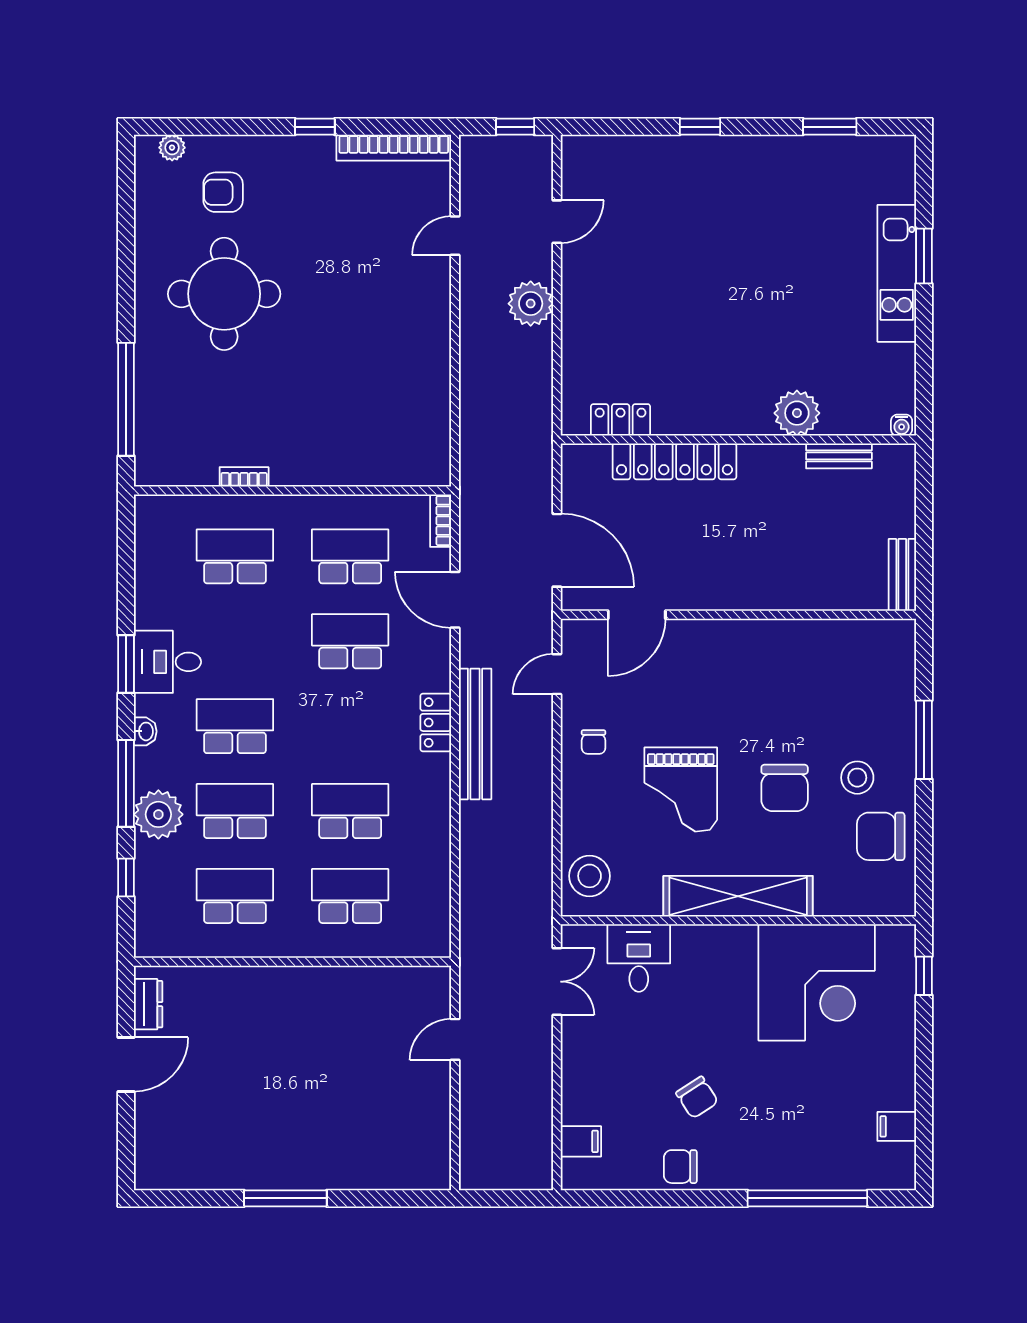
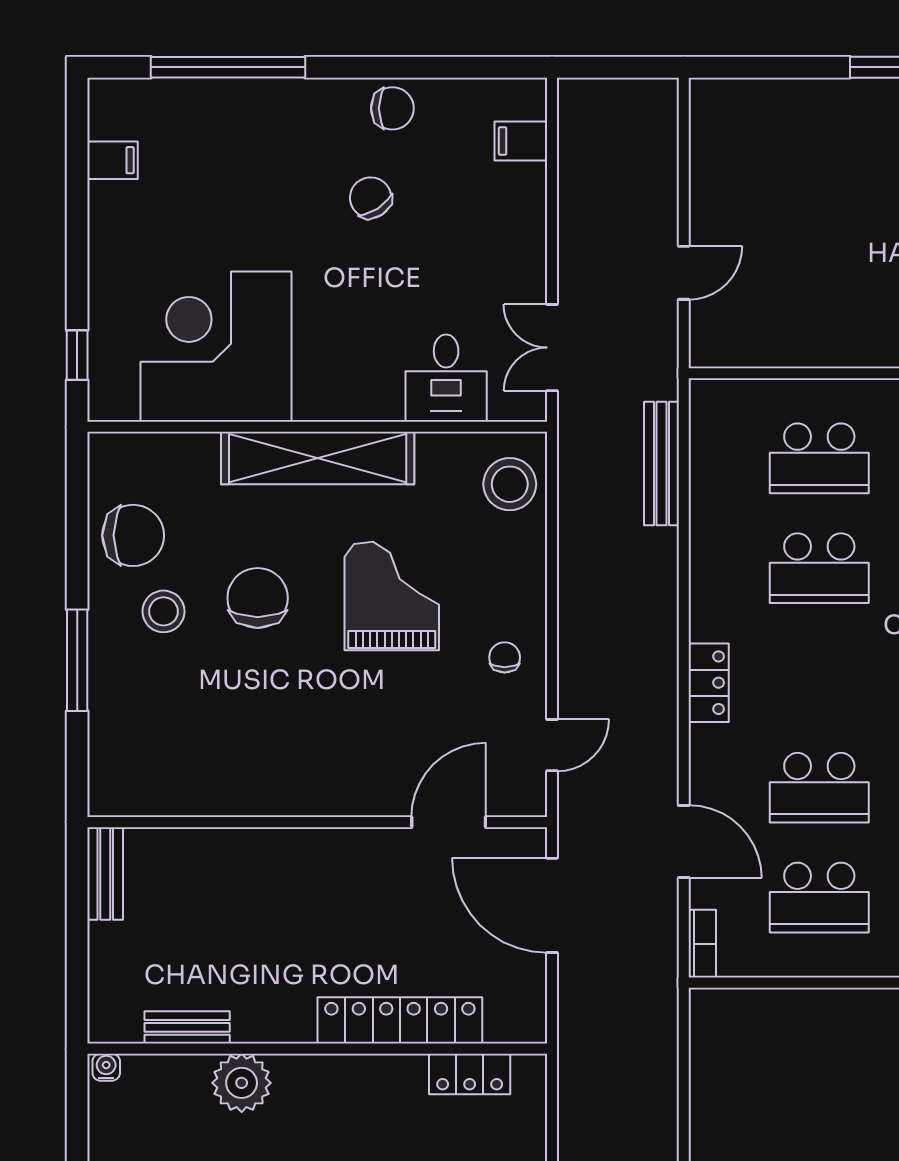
bench: (475, 734) -> (662, 463), moved, width x0.73, depth x0.82

